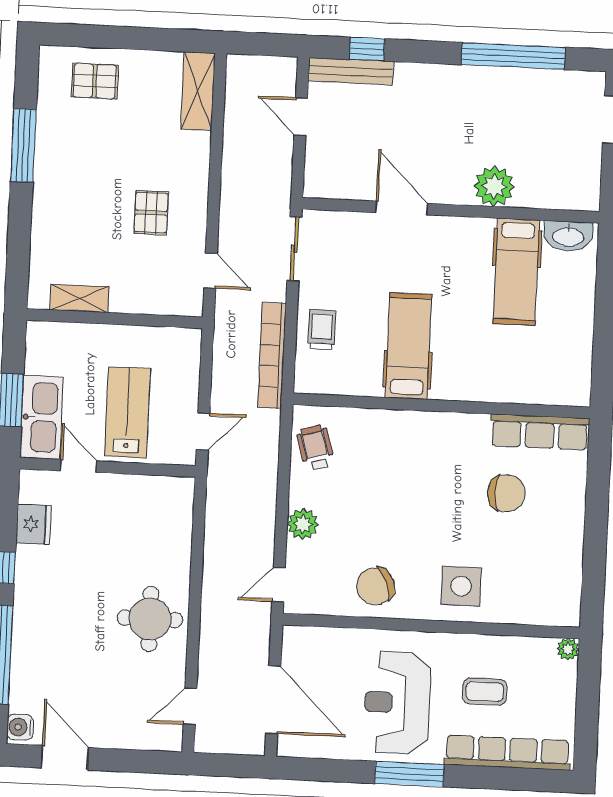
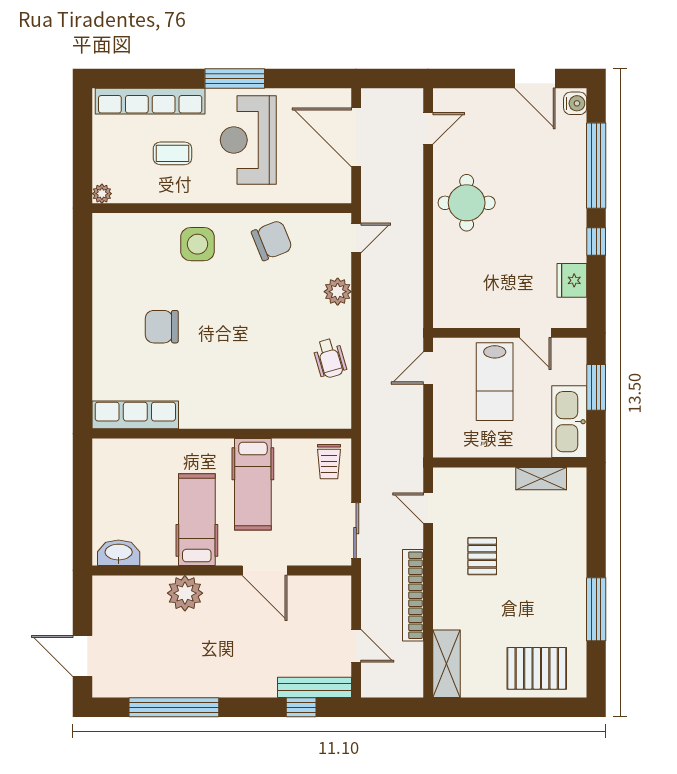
pallet: (95, 81) -> (537, 668), width x1.50, depth x1.42
hospital bed: (516, 272) -> (197, 520), moved
hospital bed: (409, 346) -> (253, 484), moved
bookcase: (272, 355) -> (413, 595), moved, turned 180
wall: (442, 406) -> (222, 434), moved
kitchen sink: (41, 417) -> (569, 422), moved
row of seats: (540, 432) -> (135, 415), moved
reception desk: (397, 703) -> (248, 140), turned 180

